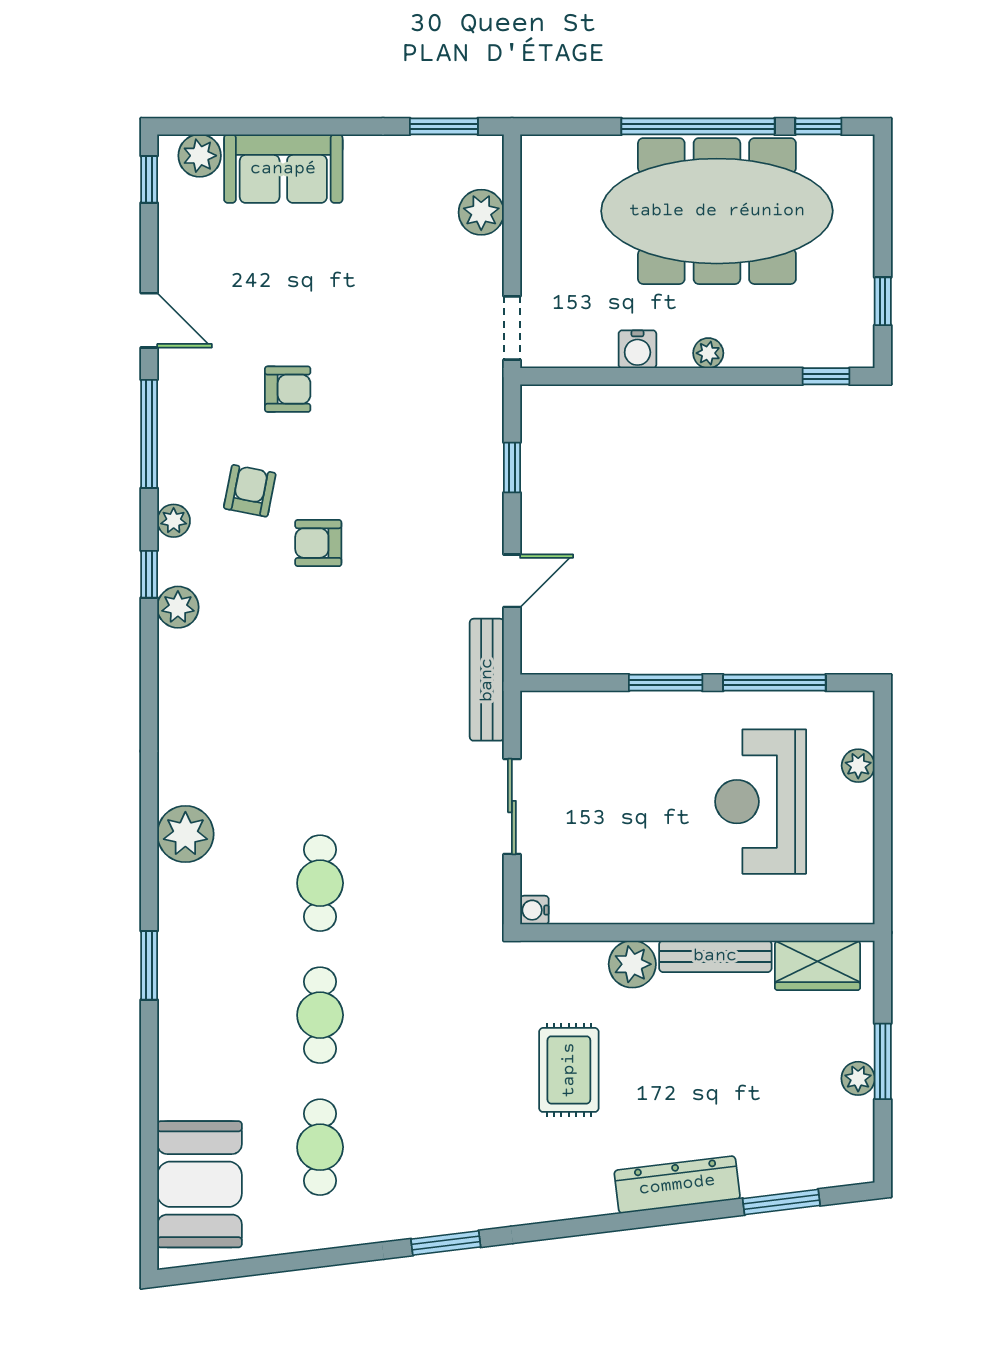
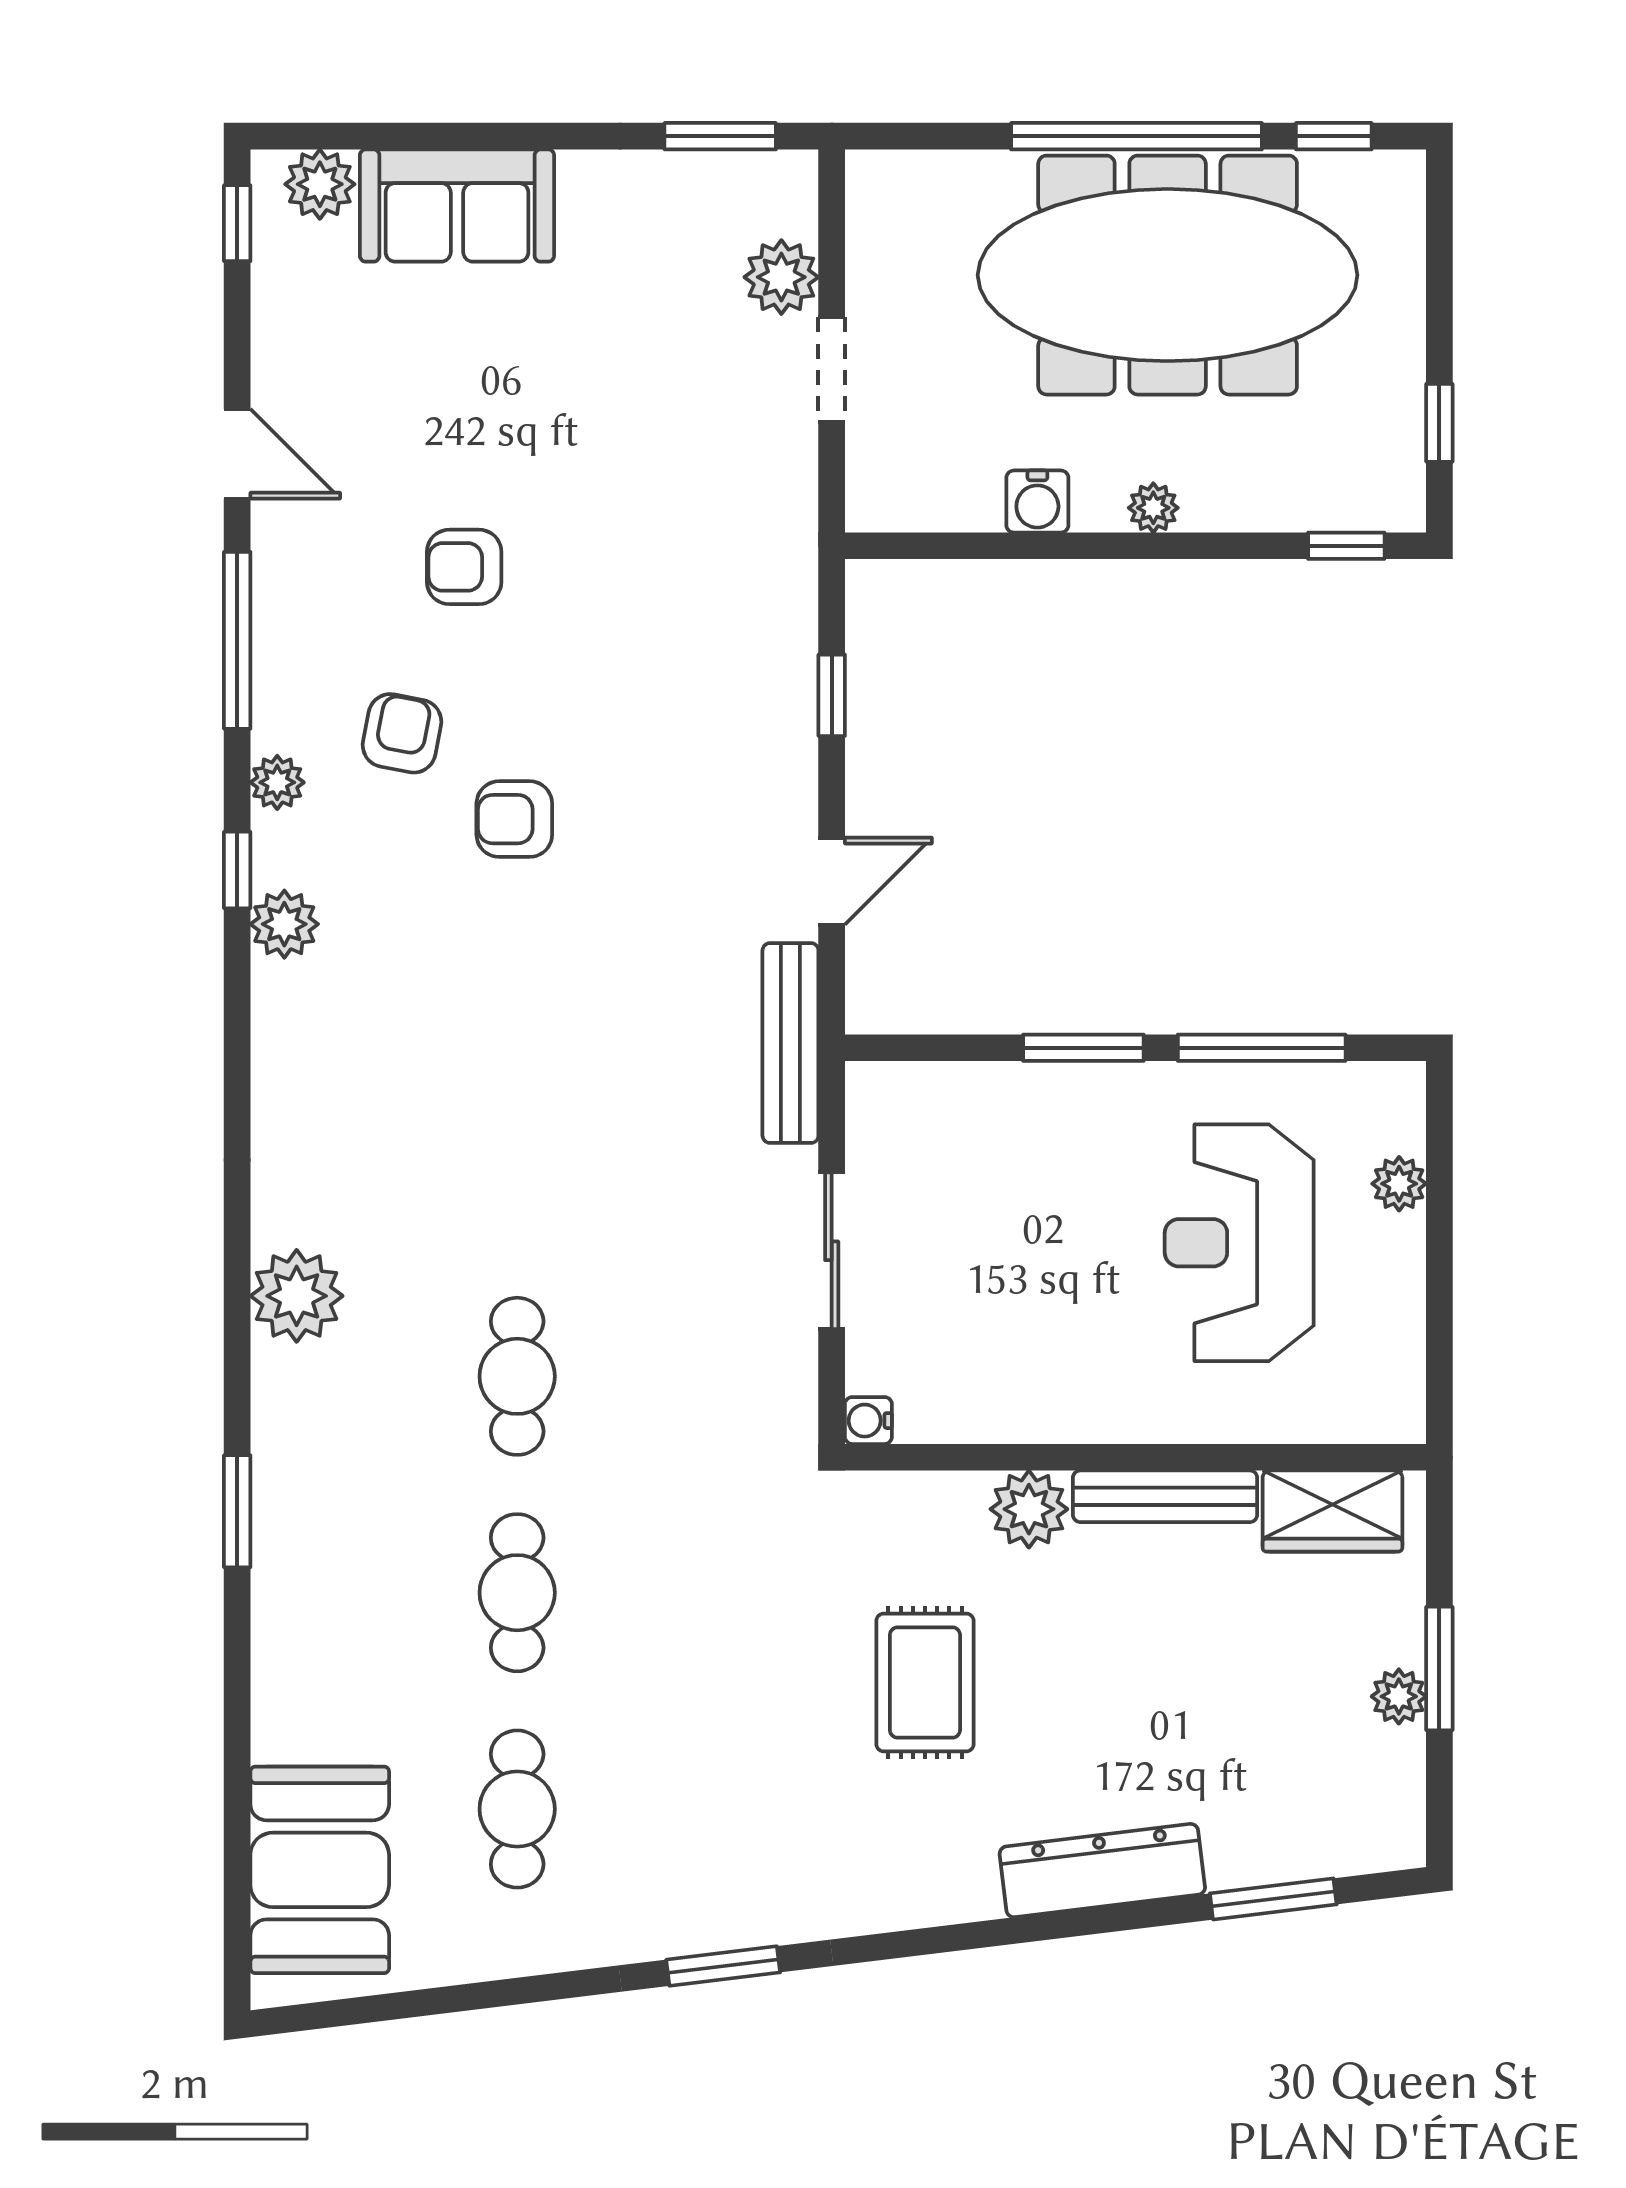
doorway: (512, 328) -> (832, 370), moved
armchair: (288, 389) -> (464, 567), turned 180

